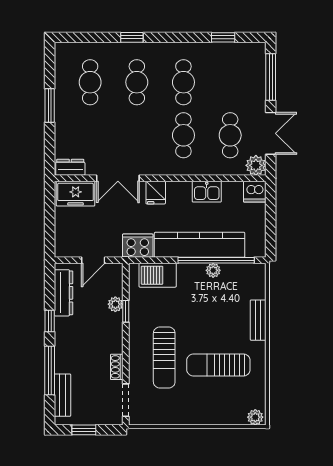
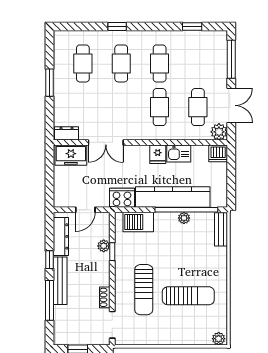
fridge: (156, 193) -> (158, 154), moved
bench: (258, 320) -> (221, 229), moved
sun lounger: (218, 365) -> (188, 296), turned 180
bench: (62, 395) -> (60, 281), moved, width x1.36

